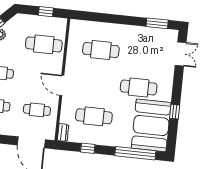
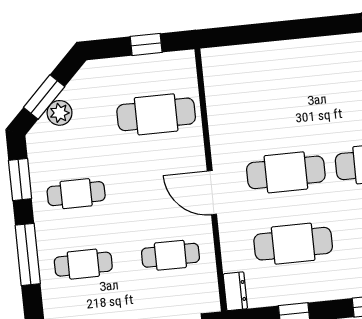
cafe table: (101, 50) -> (286, 172), moved

